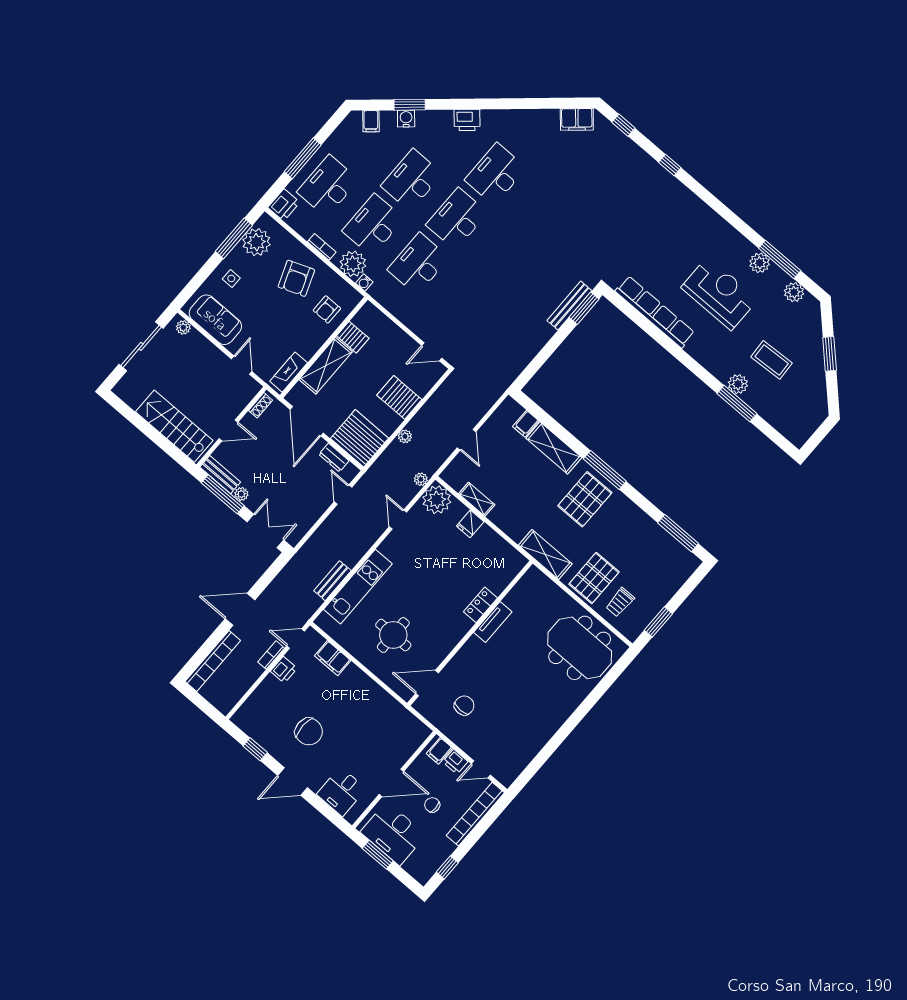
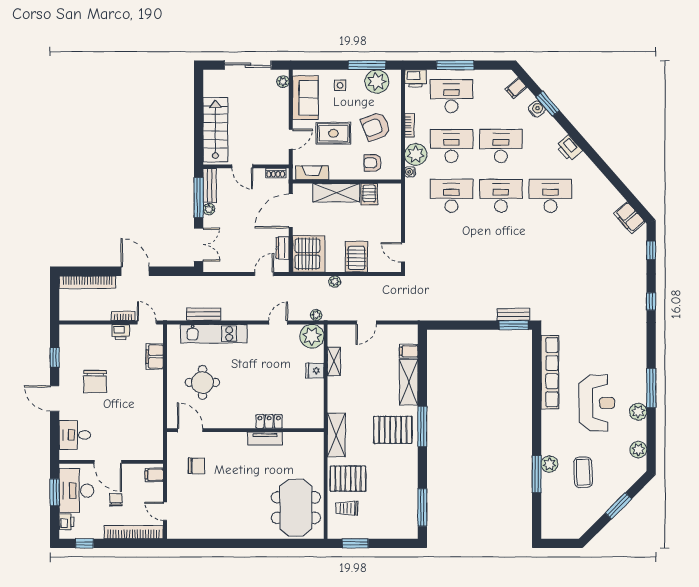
window: (780, 259) -> (651, 388), moved
bench: (569, 306) -> (513, 315), width x0.73
rug: (270, 322) -> (333, 133), added
printer: (455, 762) -> (66, 522), moved, turned 180

